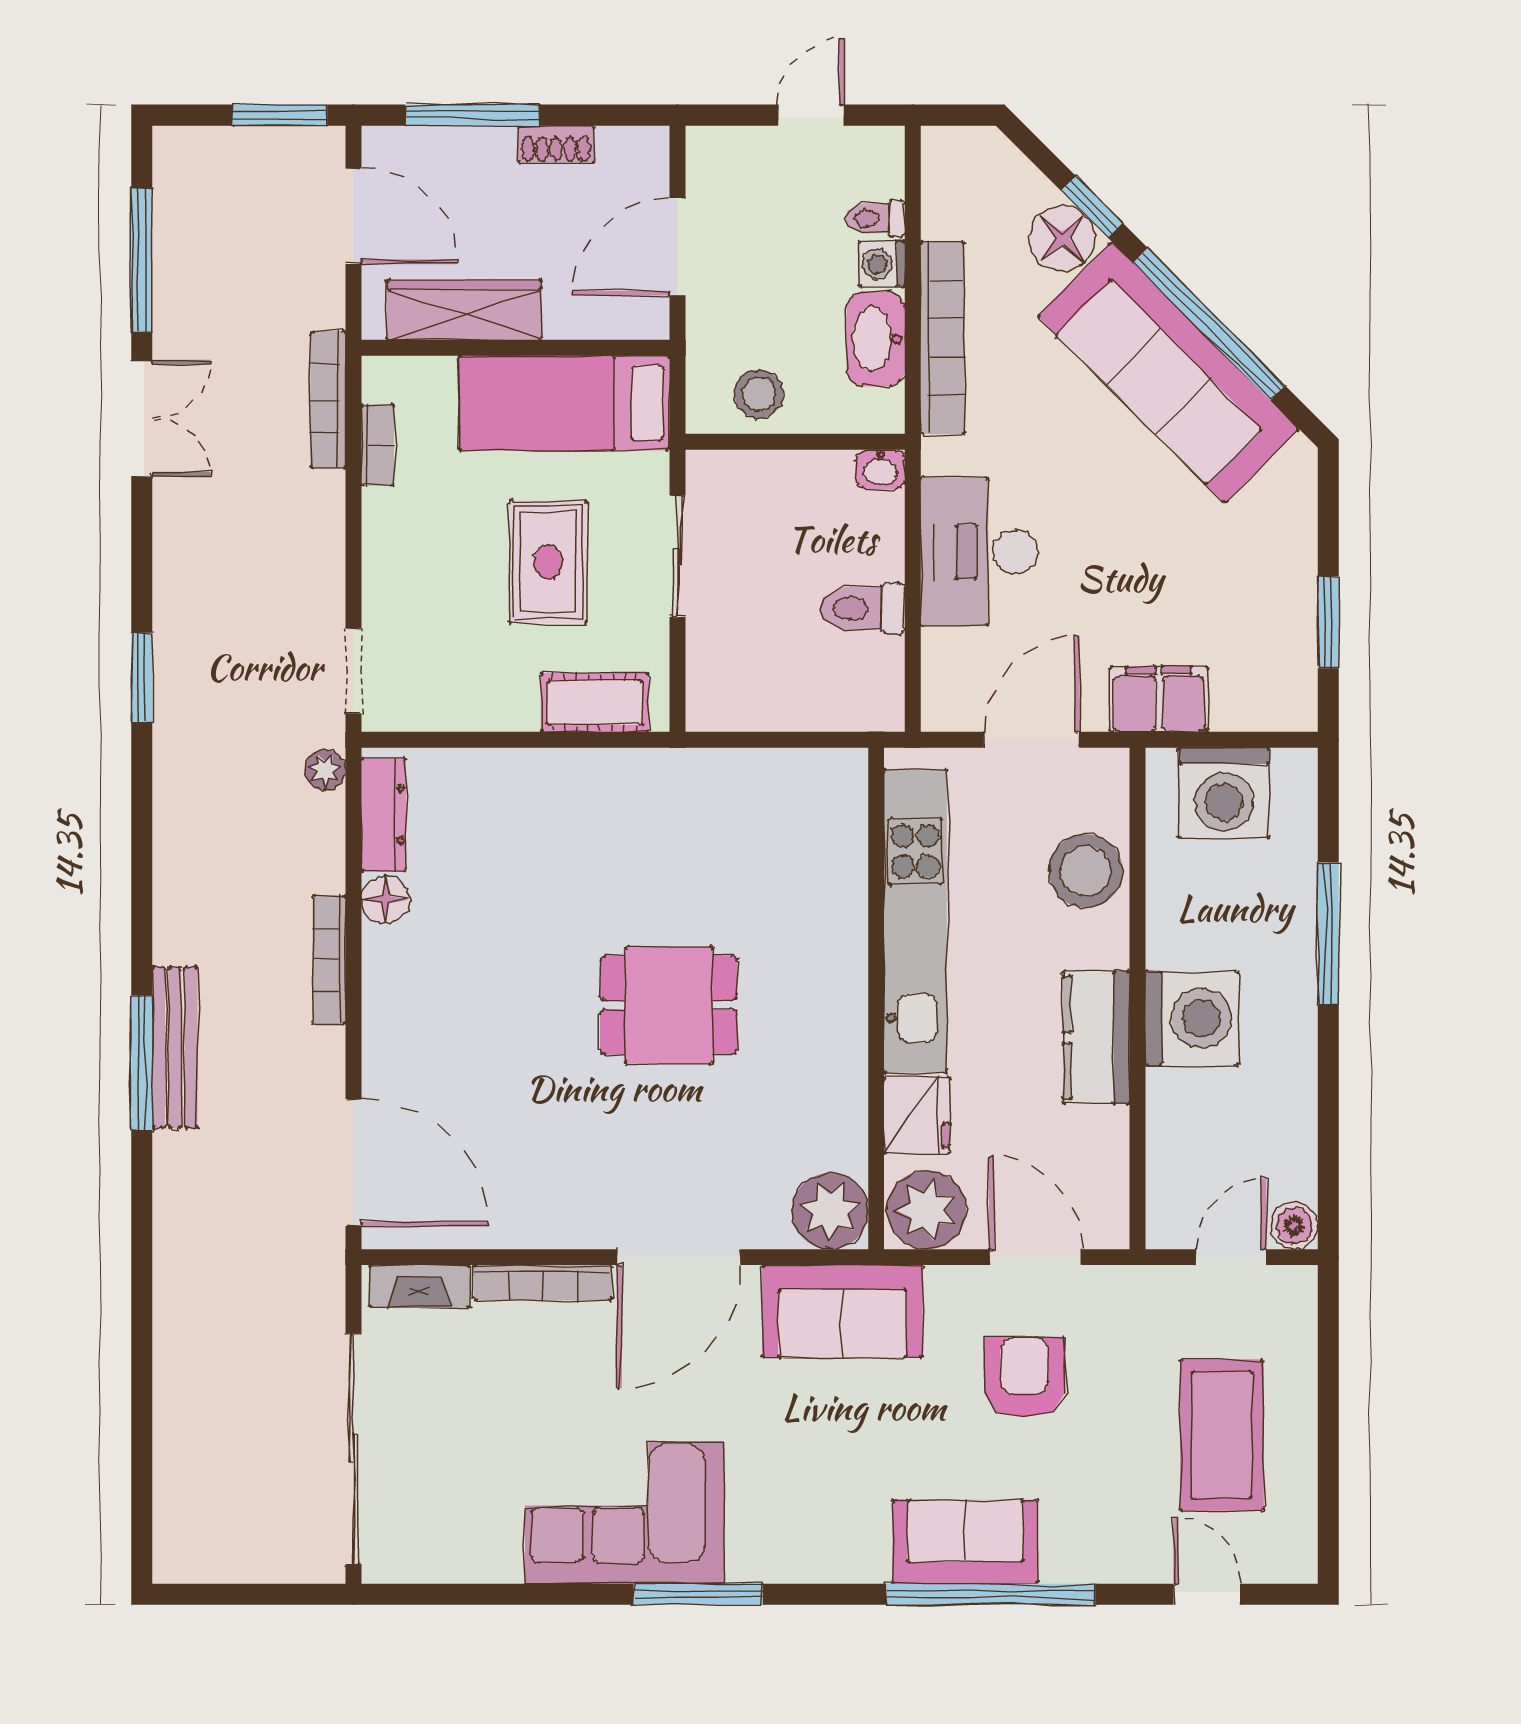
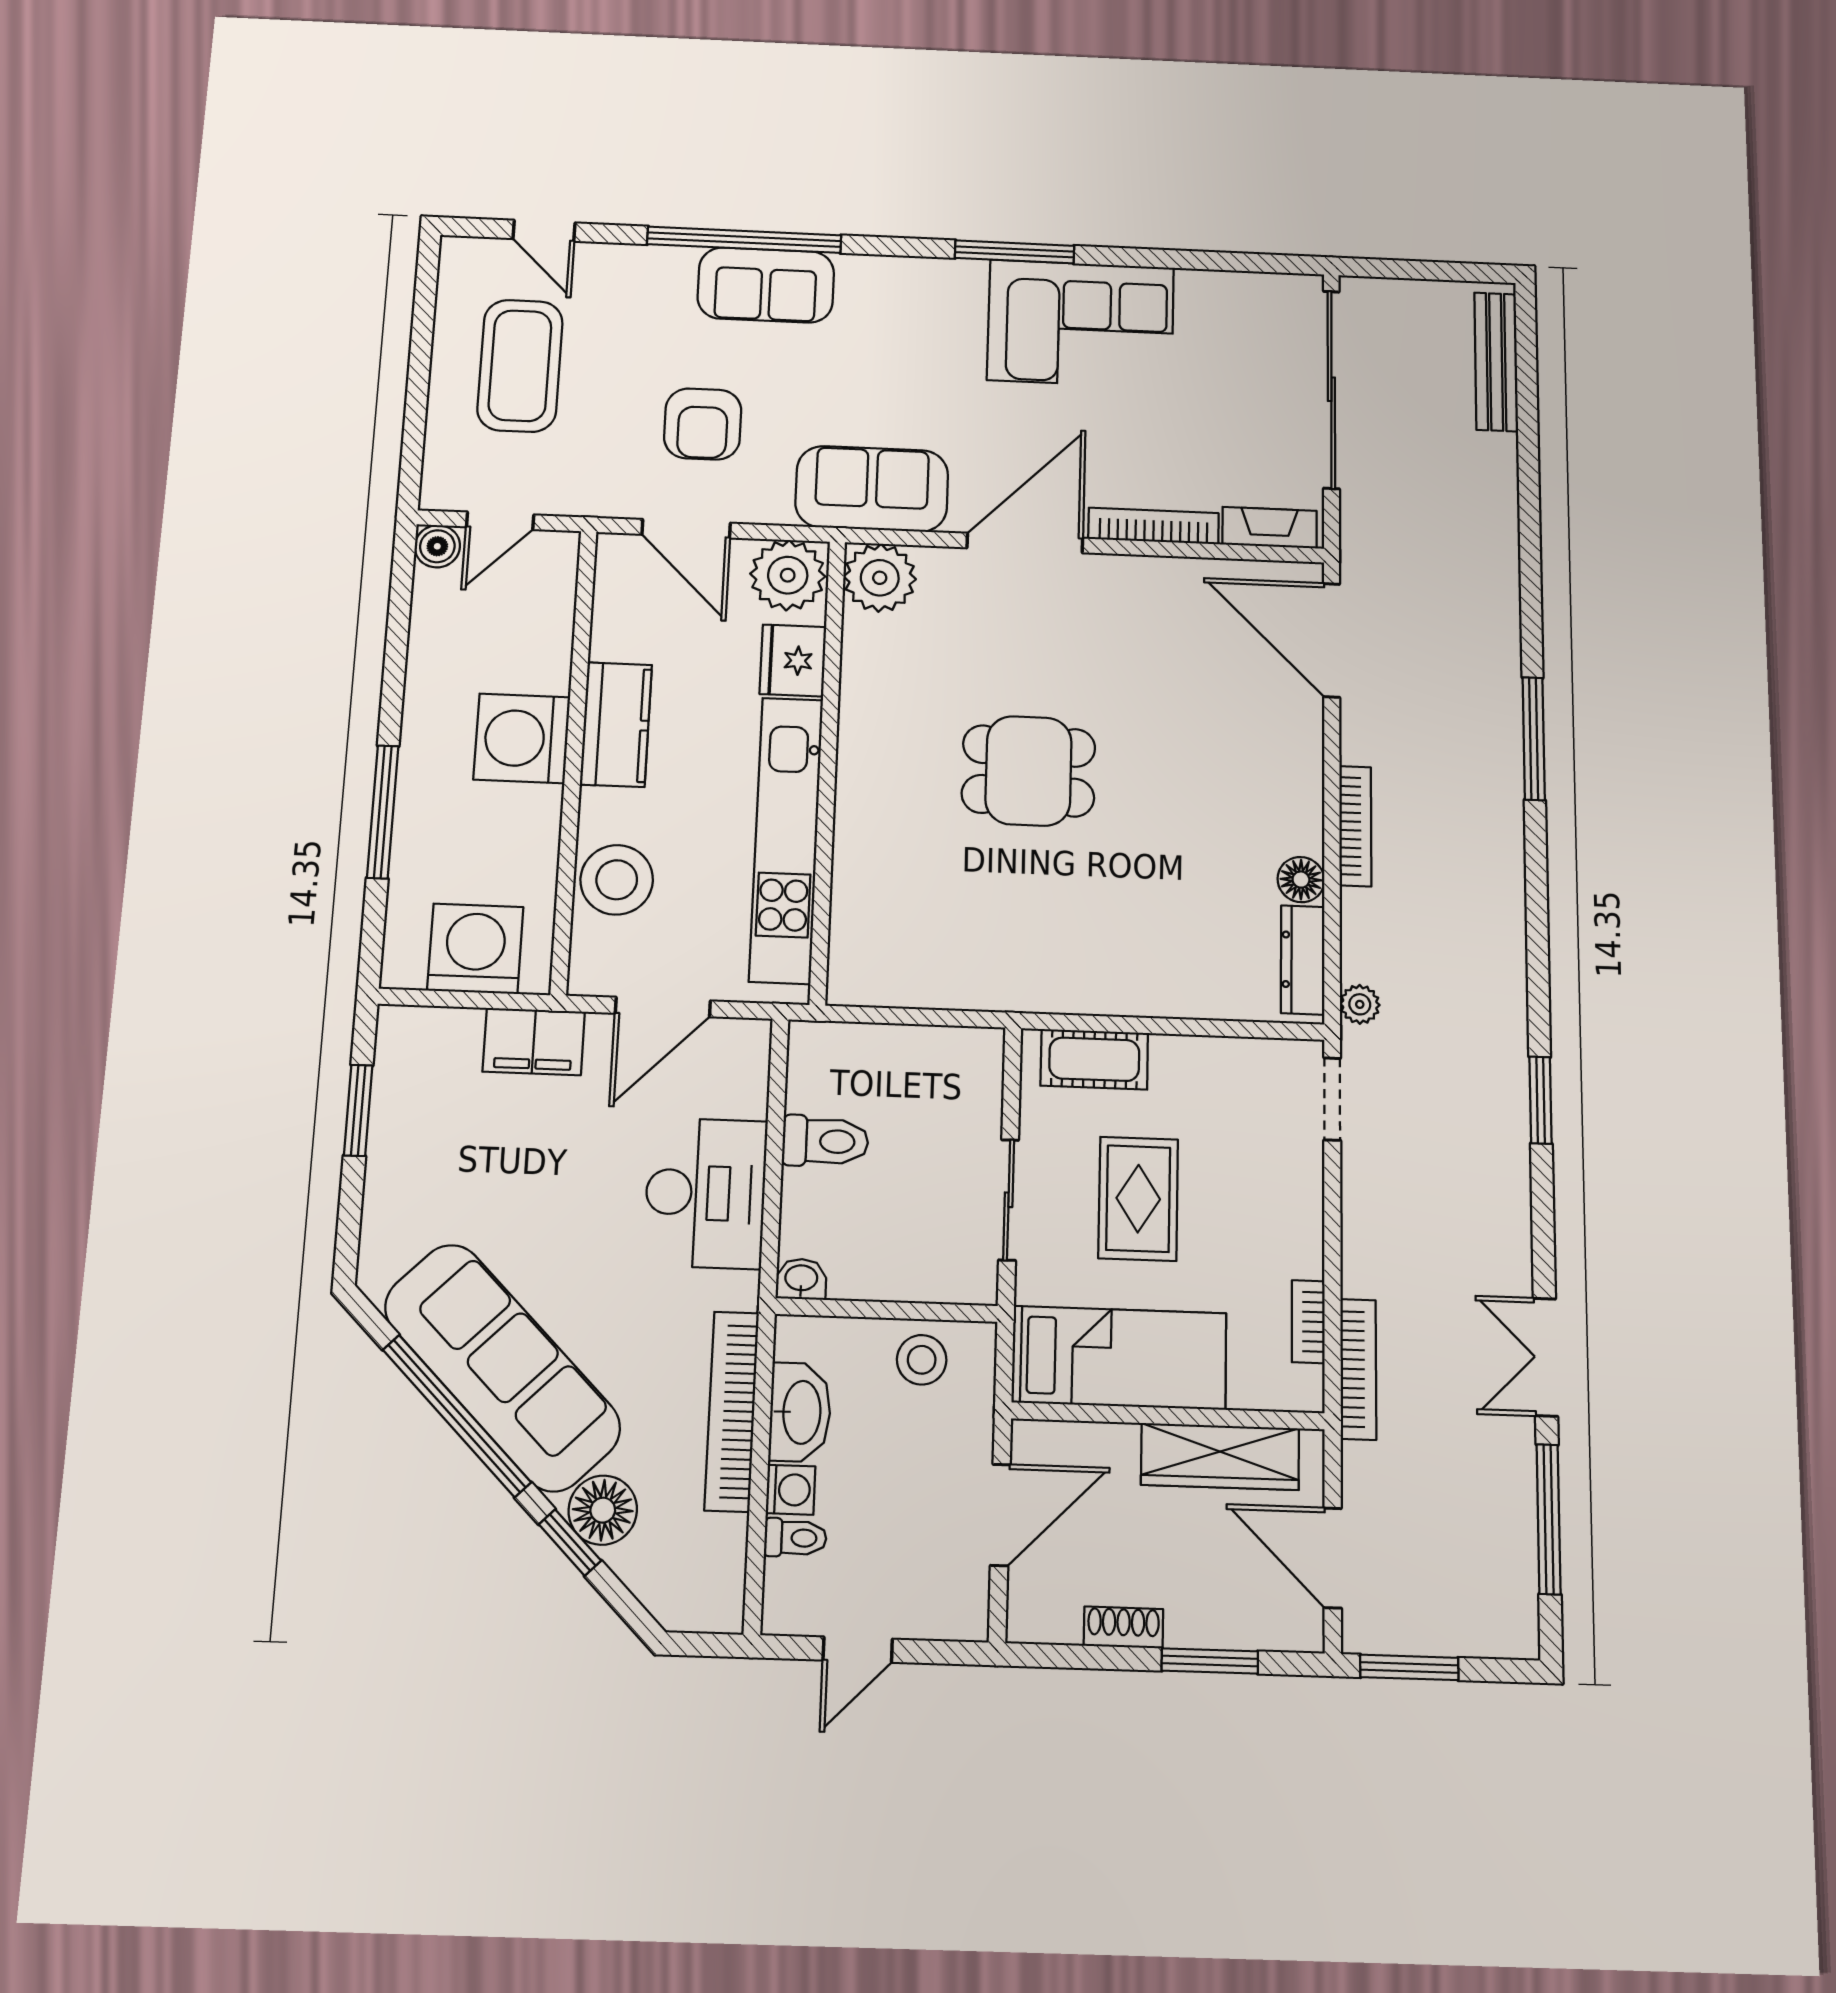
window: (472, 115) -> (1210, 1661), width x0.69
bench: (175, 1048) -> (1496, 362), moved

